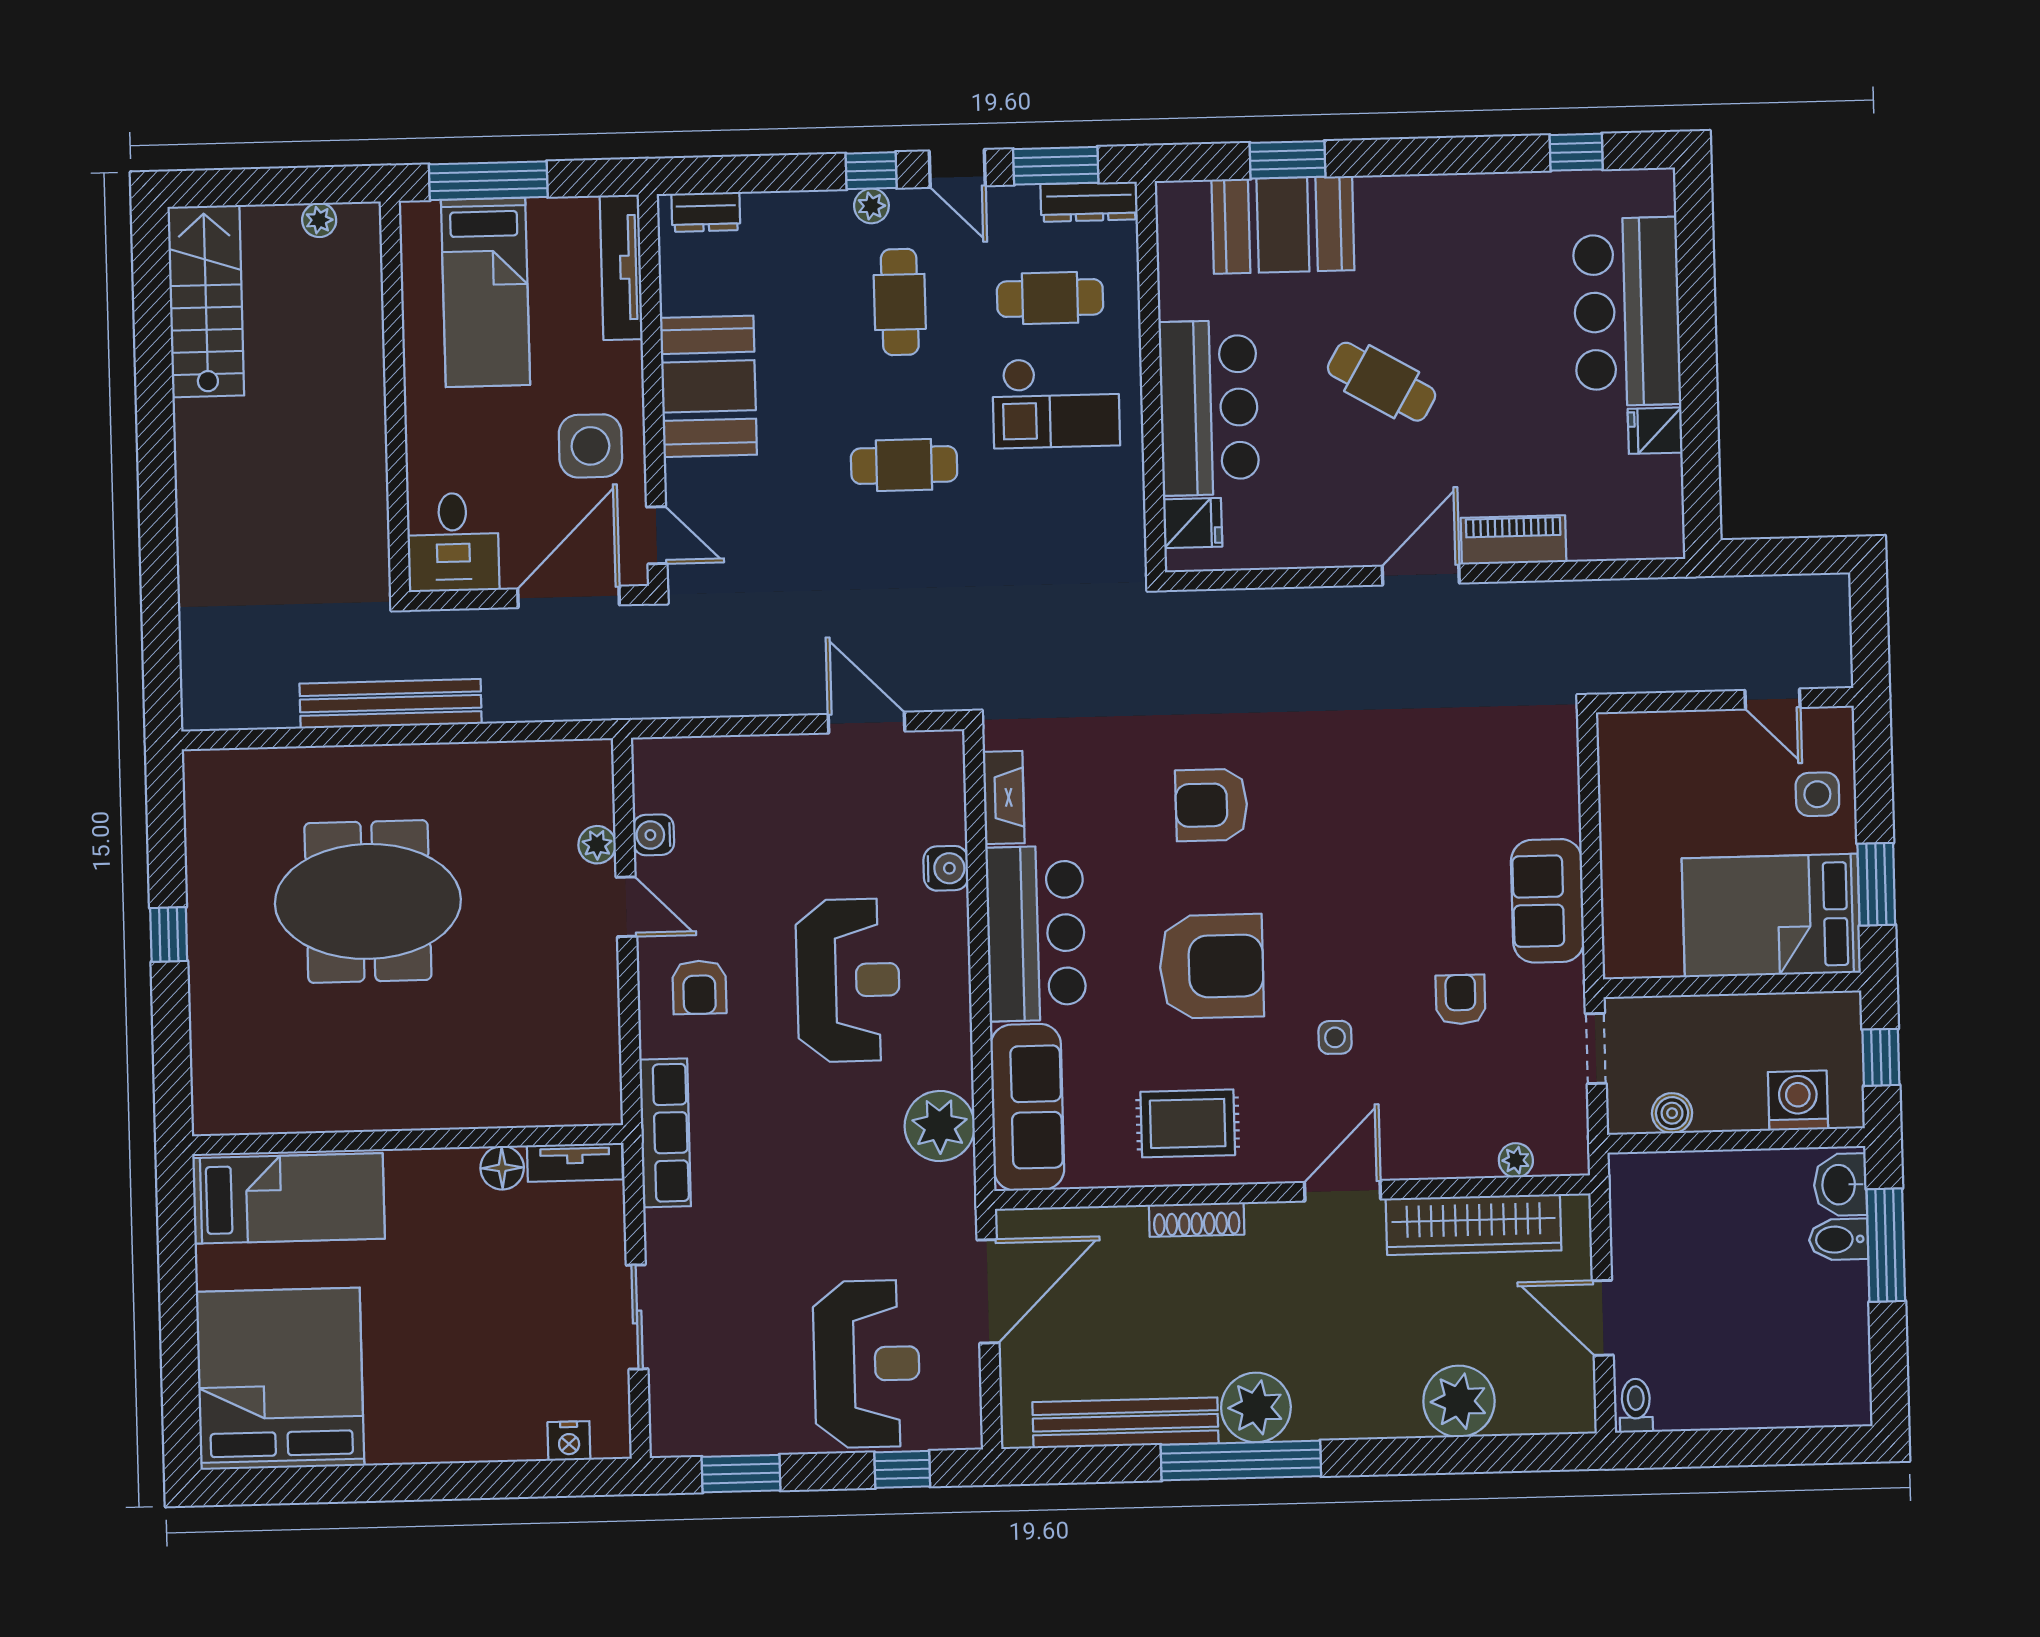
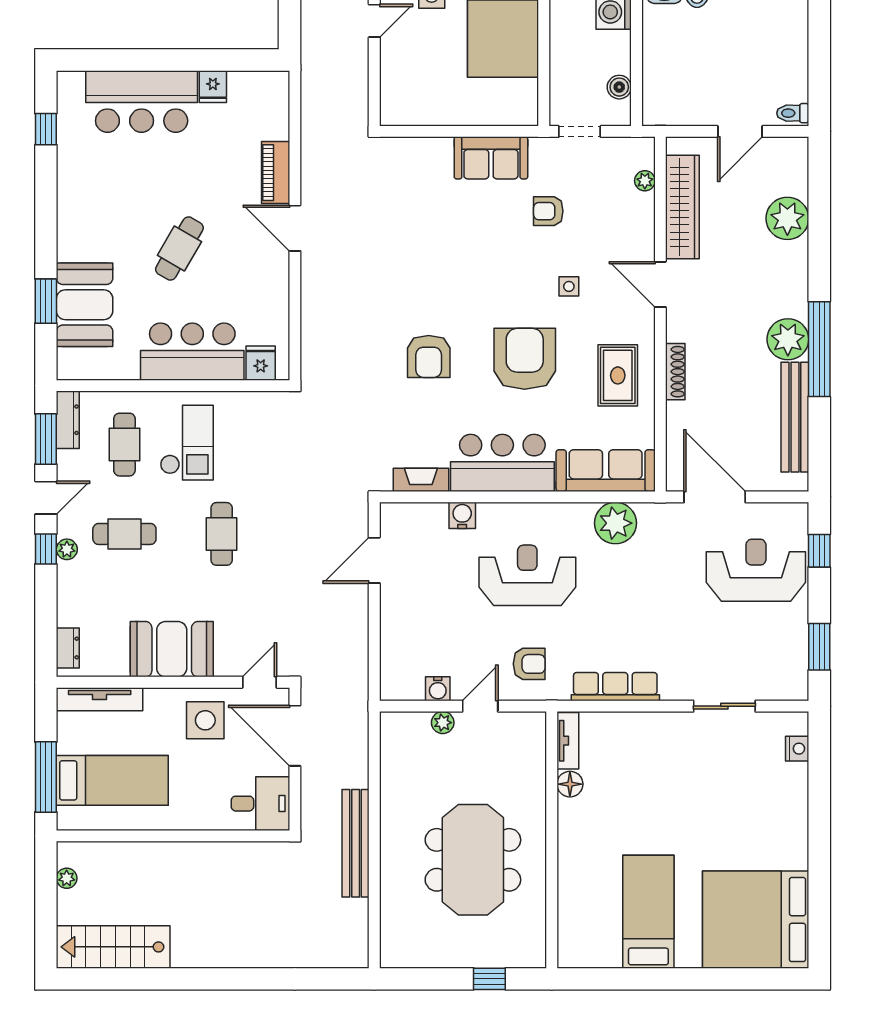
wall: (408, 1140) -> (552, 840), moved
tv unit: (575, 1162) -> (568, 741), moved
floor lamp: (502, 1168) -> (570, 784), moved

